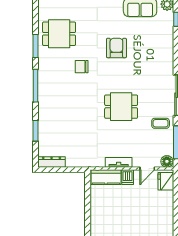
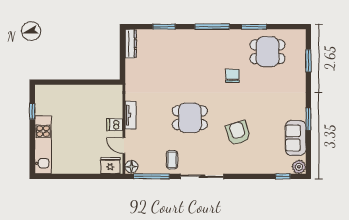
dining table: (59, 34) -> (267, 52), turned 90
armchair: (116, 48) -> (238, 133), moved, turned -107
dining table: (121, 107) -> (190, 118), turned 90
kitchen counter: (106, 177) -> (115, 102), removed

